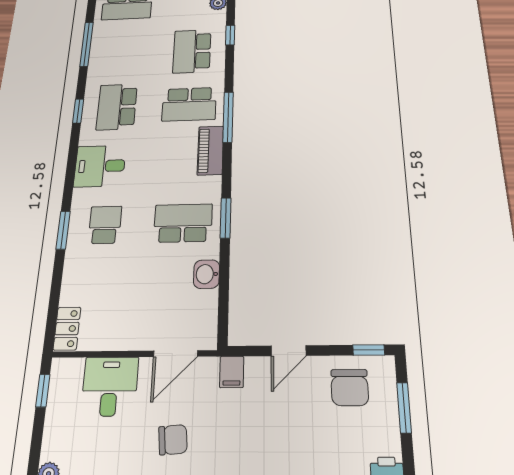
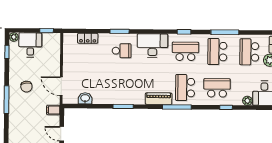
desk: (100, 166) -> (152, 46), width x1.37
school desk: (183, 223) -> (217, 52), moved, turned 180
washbasin: (207, 274) -> (85, 98), moved
locker: (67, 329) -> (88, 38), moved
desk: (110, 386) -> (30, 45), moved, turned -90

